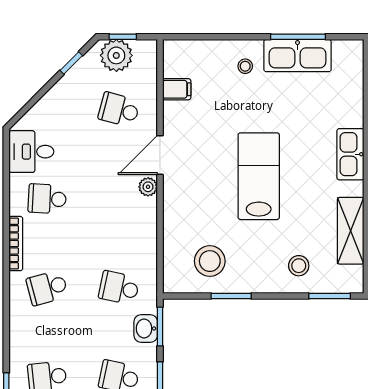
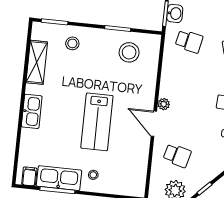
filing cabinet: (177, 89) -> (29, 176), moved, turned 90
door: (160, 155) -> (154, 124), swing flipped
lab bench: (259, 176) -> (97, 122), moved

